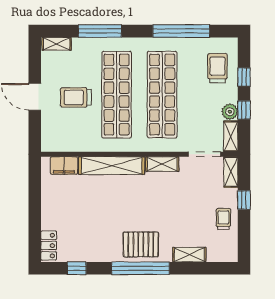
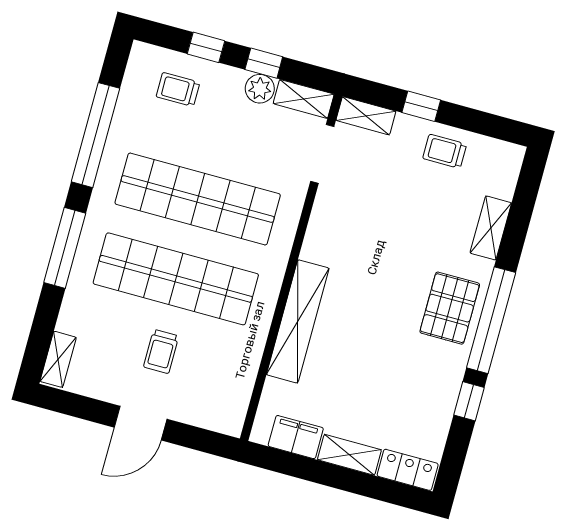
window: (100, 31) -> (65, 248), moved
trolley: (217, 68) -> (178, 90), width x0.73, depth x0.72
trolley: (76, 97) -> (161, 351), width x0.73, depth x0.72
shelving: (162, 164) -> (349, 455), moved, turned 90
filing cabinet: (64, 166) -> (296, 437), moved, turned -90
window: (77, 268) -> (469, 401), moved

